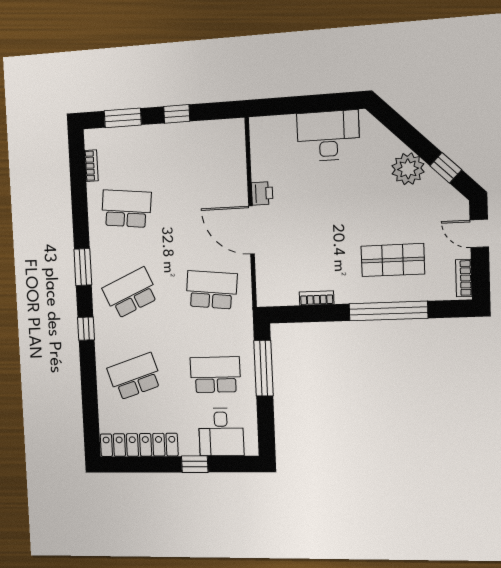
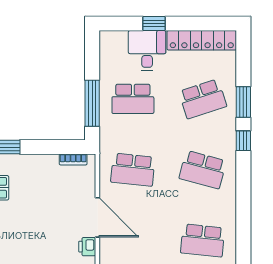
window: (83, 267) -> (243, 102), moved
school desk: (130, 293) -> (203, 170), turned 39
bookcase: (317, 298) -> (73, 160), moved
desk: (221, 432) -> (147, 51), moved

